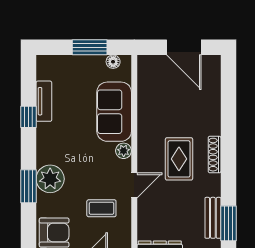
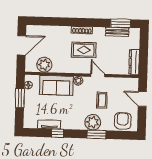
plant: (151, 89) -> (44, 65), added
coffee table: (101, 208) -> (102, 100), moved

